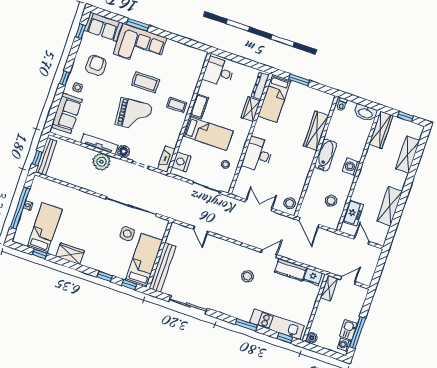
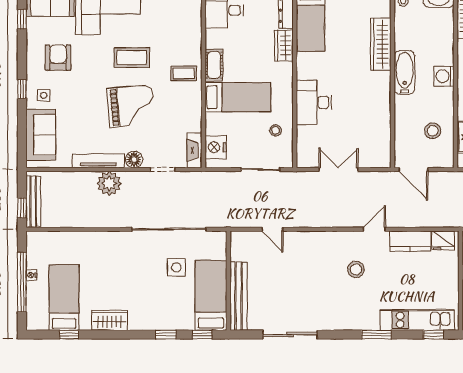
stool: (290, 203) -> (379, 153), removed

